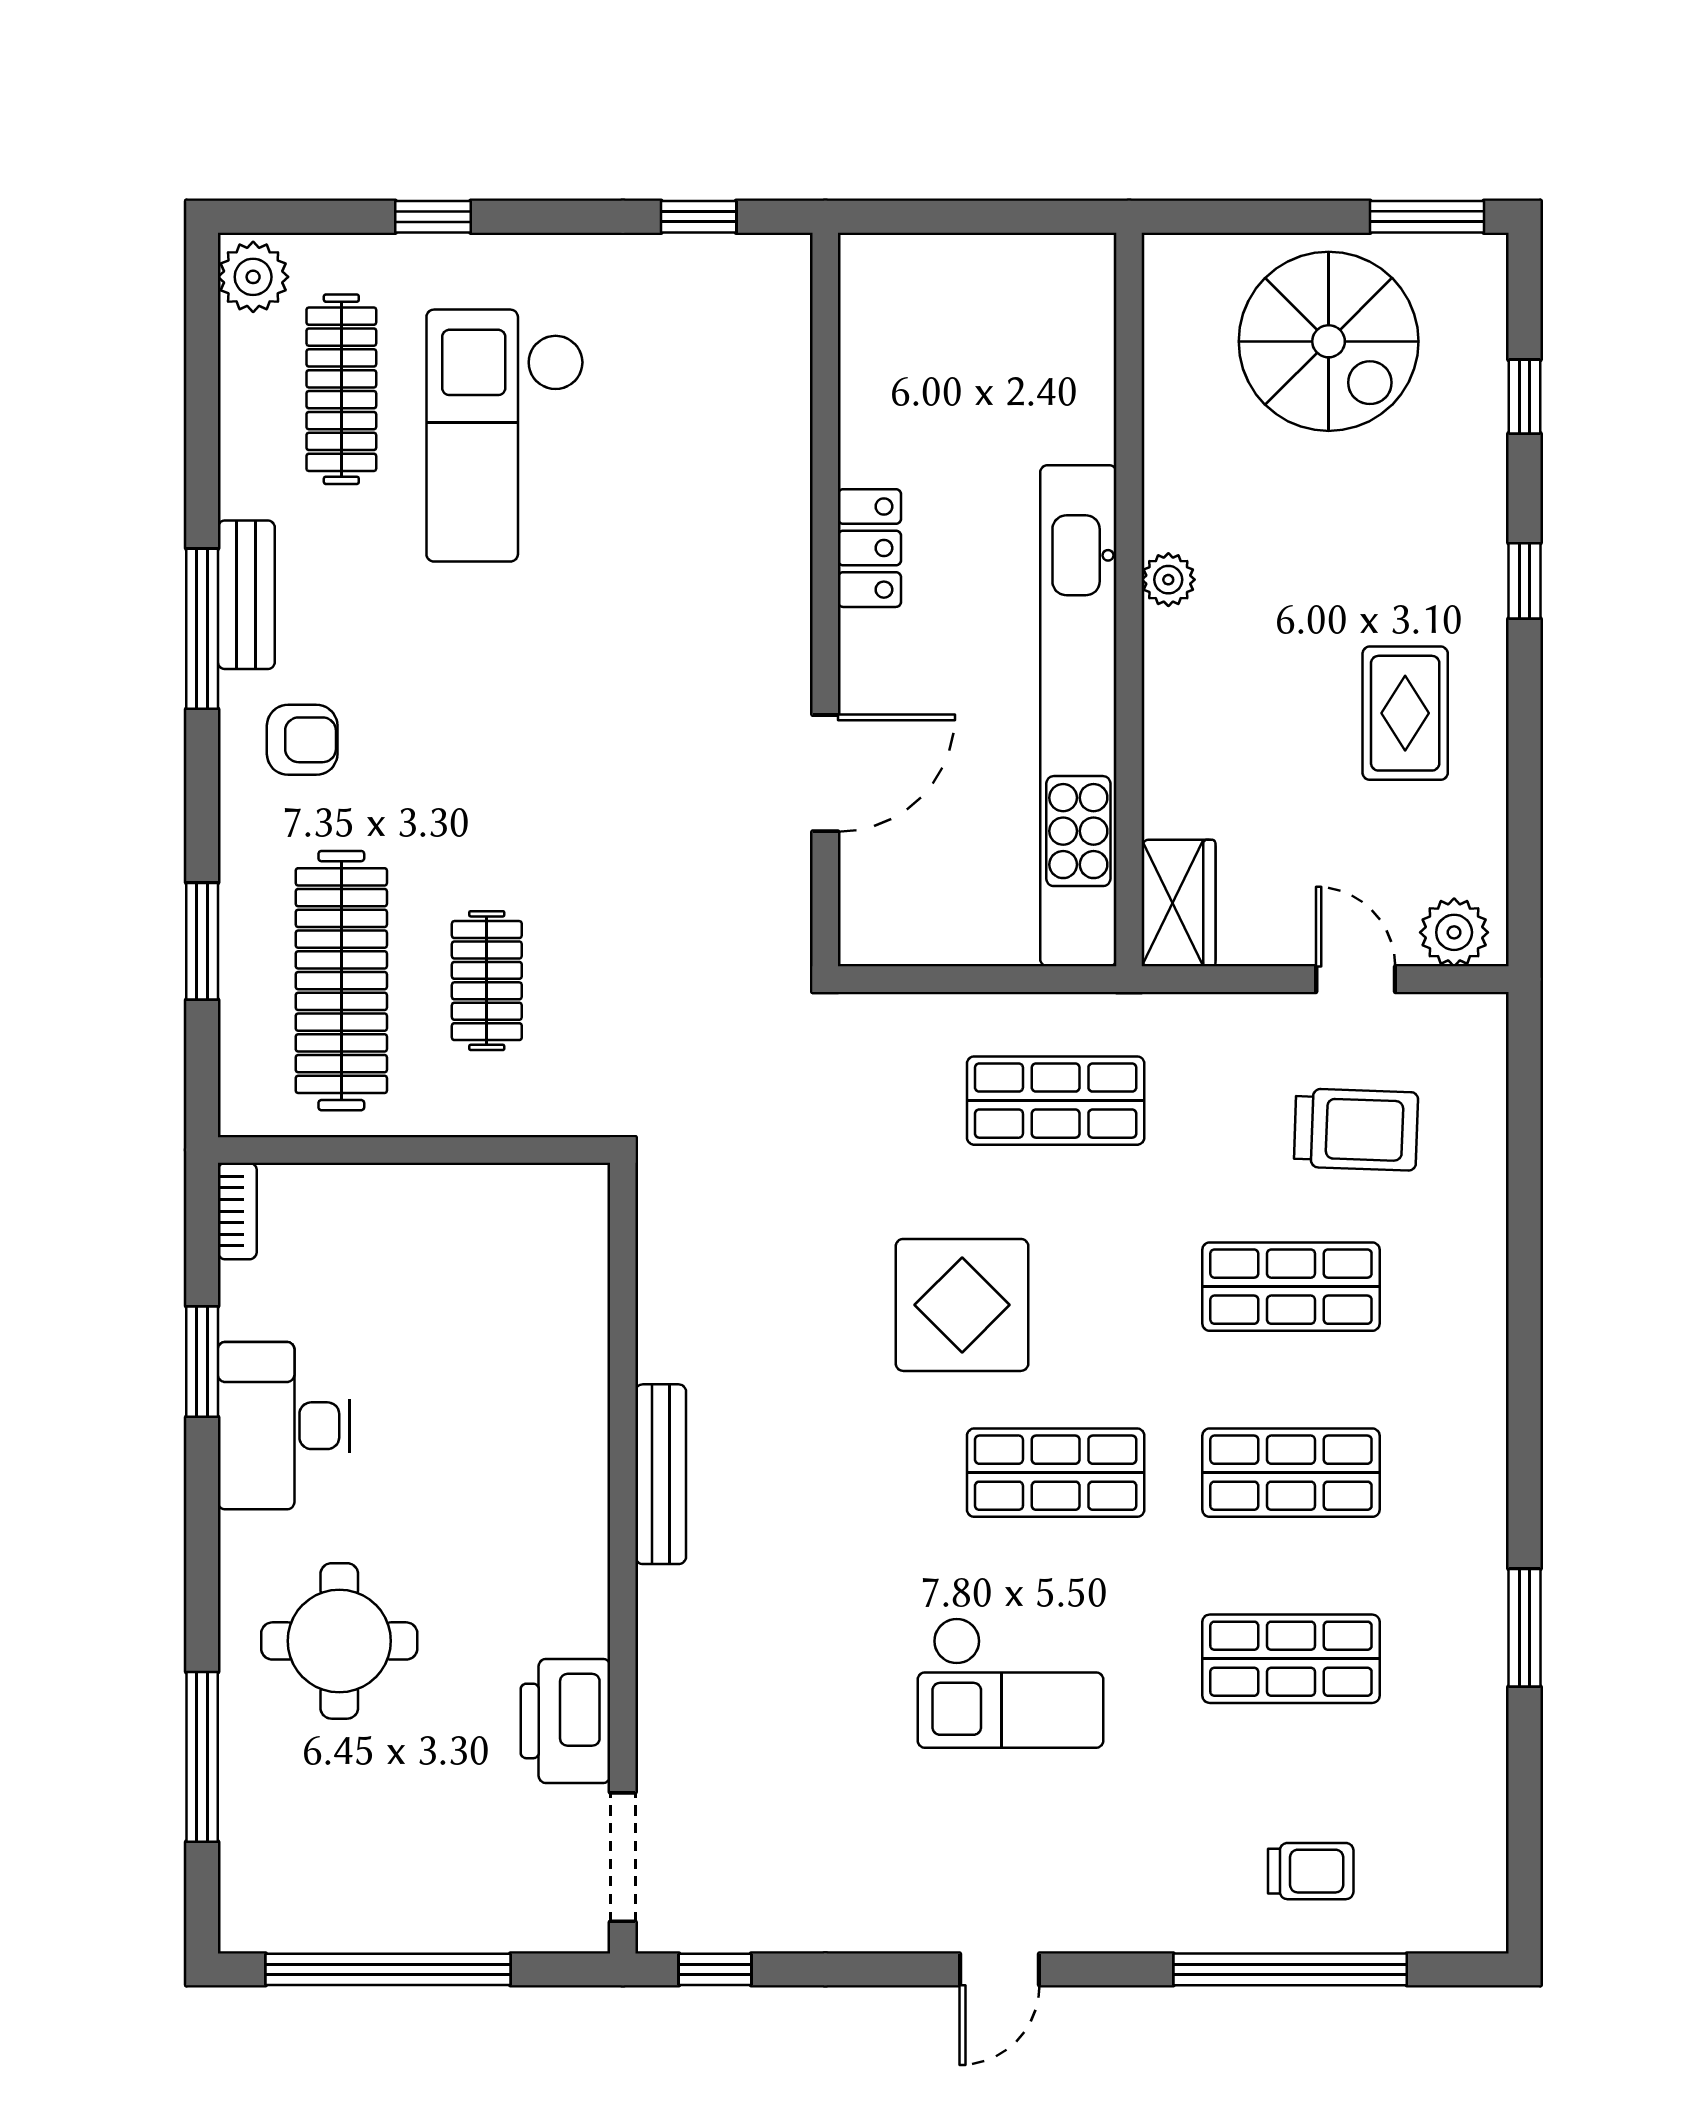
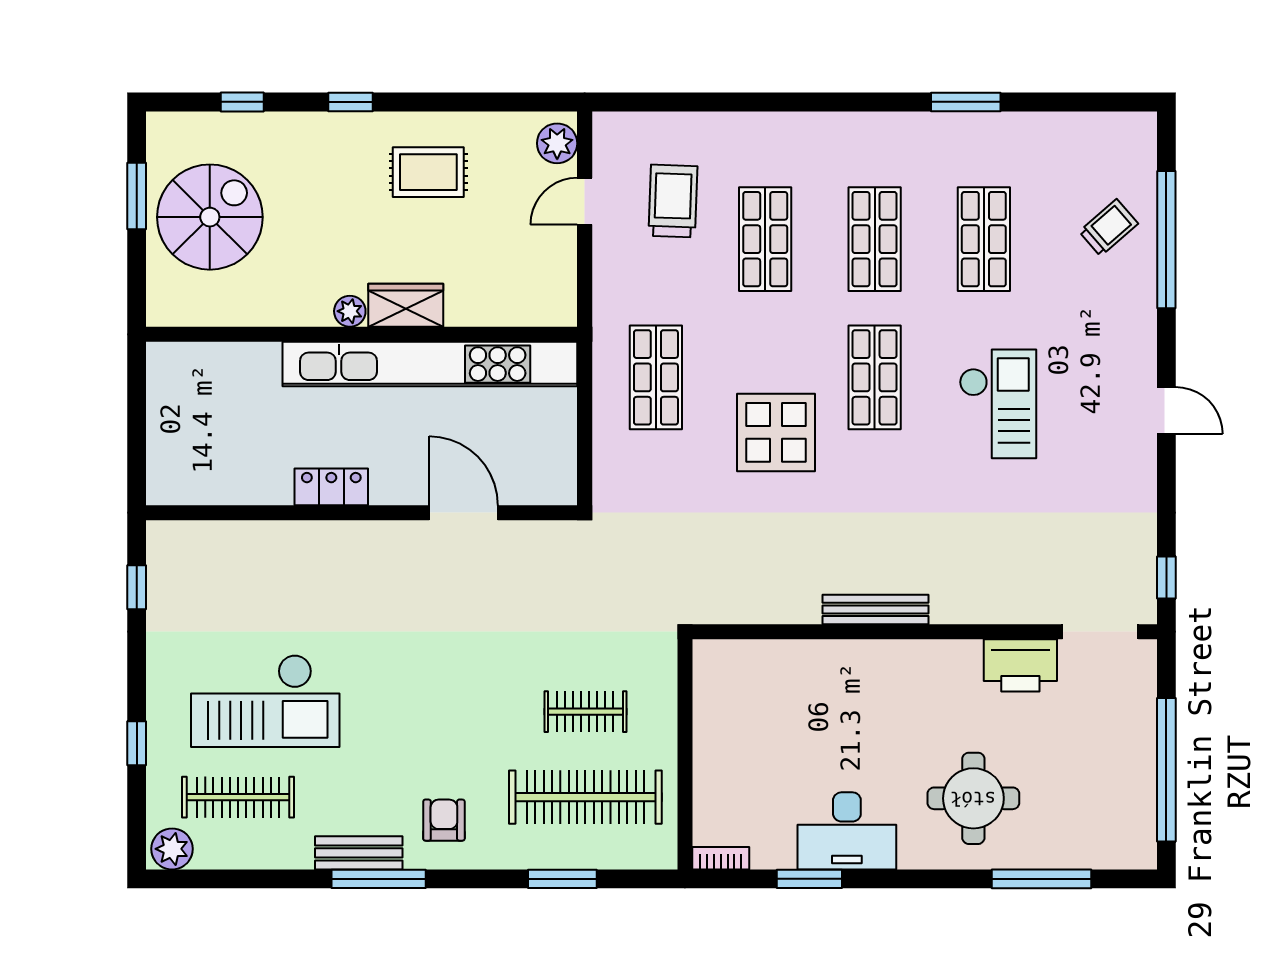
window: (1427, 217) -> (137, 196), moved
wardrobe: (1178, 903) -> (406, 305), moved
trolley: (1311, 1871) -> (1109, 228), turned 49

